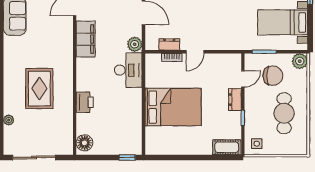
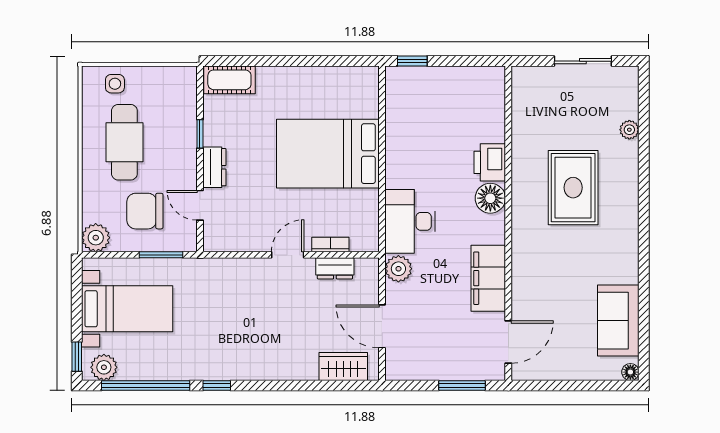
door: (243, 79) -> (200, 205), hinge flipped
floor lamp: (84, 143) -> (490, 198), moved
side table: (257, 144) -> (115, 84), moved
sliding door: (34, 157) -> (583, 61), width x0.73

